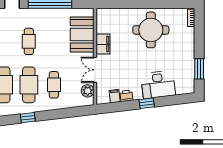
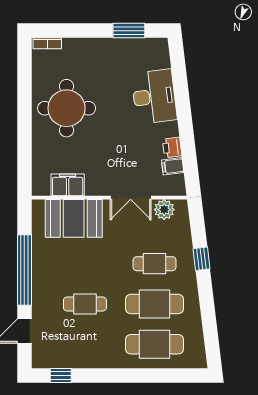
filing cabinet: (103, 44) -> (68, 185), moved
window: (147, 103) -> (184, 115), removed
window: (28, 118) -> (201, 259), moved

